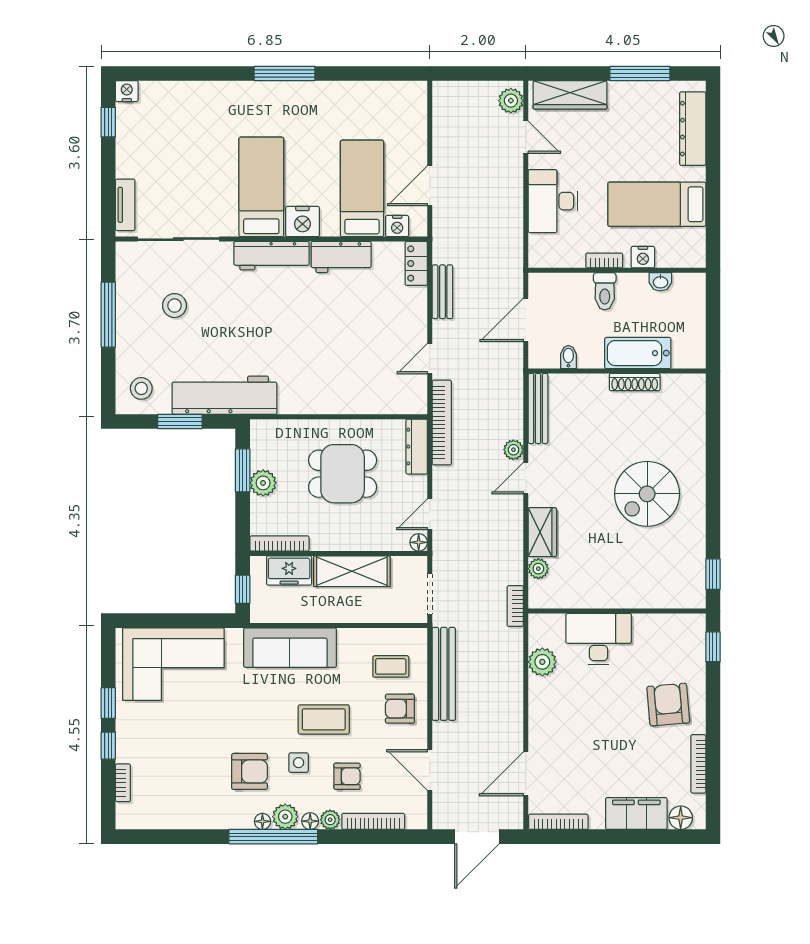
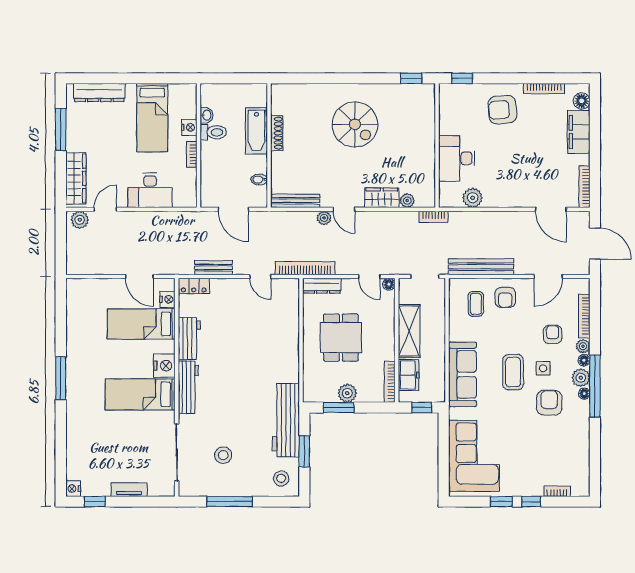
tv unit: (125, 205) -> (129, 490), moved
toilet: (605, 291) -> (213, 132), moved
coffee table: (324, 719) -> (513, 372), moved

